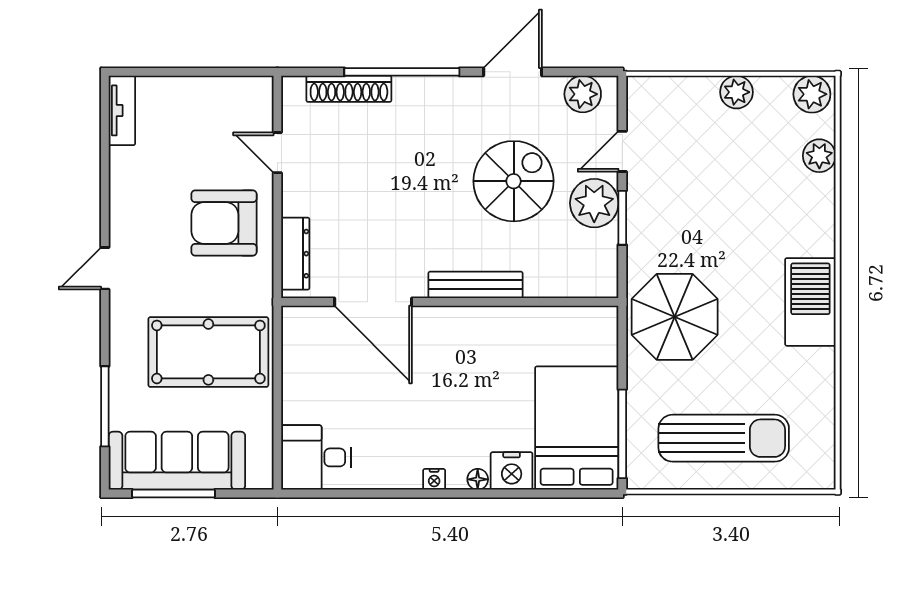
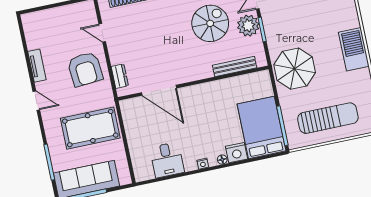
tv unit: (122, 110) -> (37, 66), moved
armchair: (224, 223) -> (85, 69), turned -95
dresser: (295, 254) -> (120, 76), width x0.70
door: (105, 268) -> (36, 101), swing flipped
bench: (475, 285) -> (235, 66), moved
desk: (316, 457) -> (167, 160), moved, turned -90

